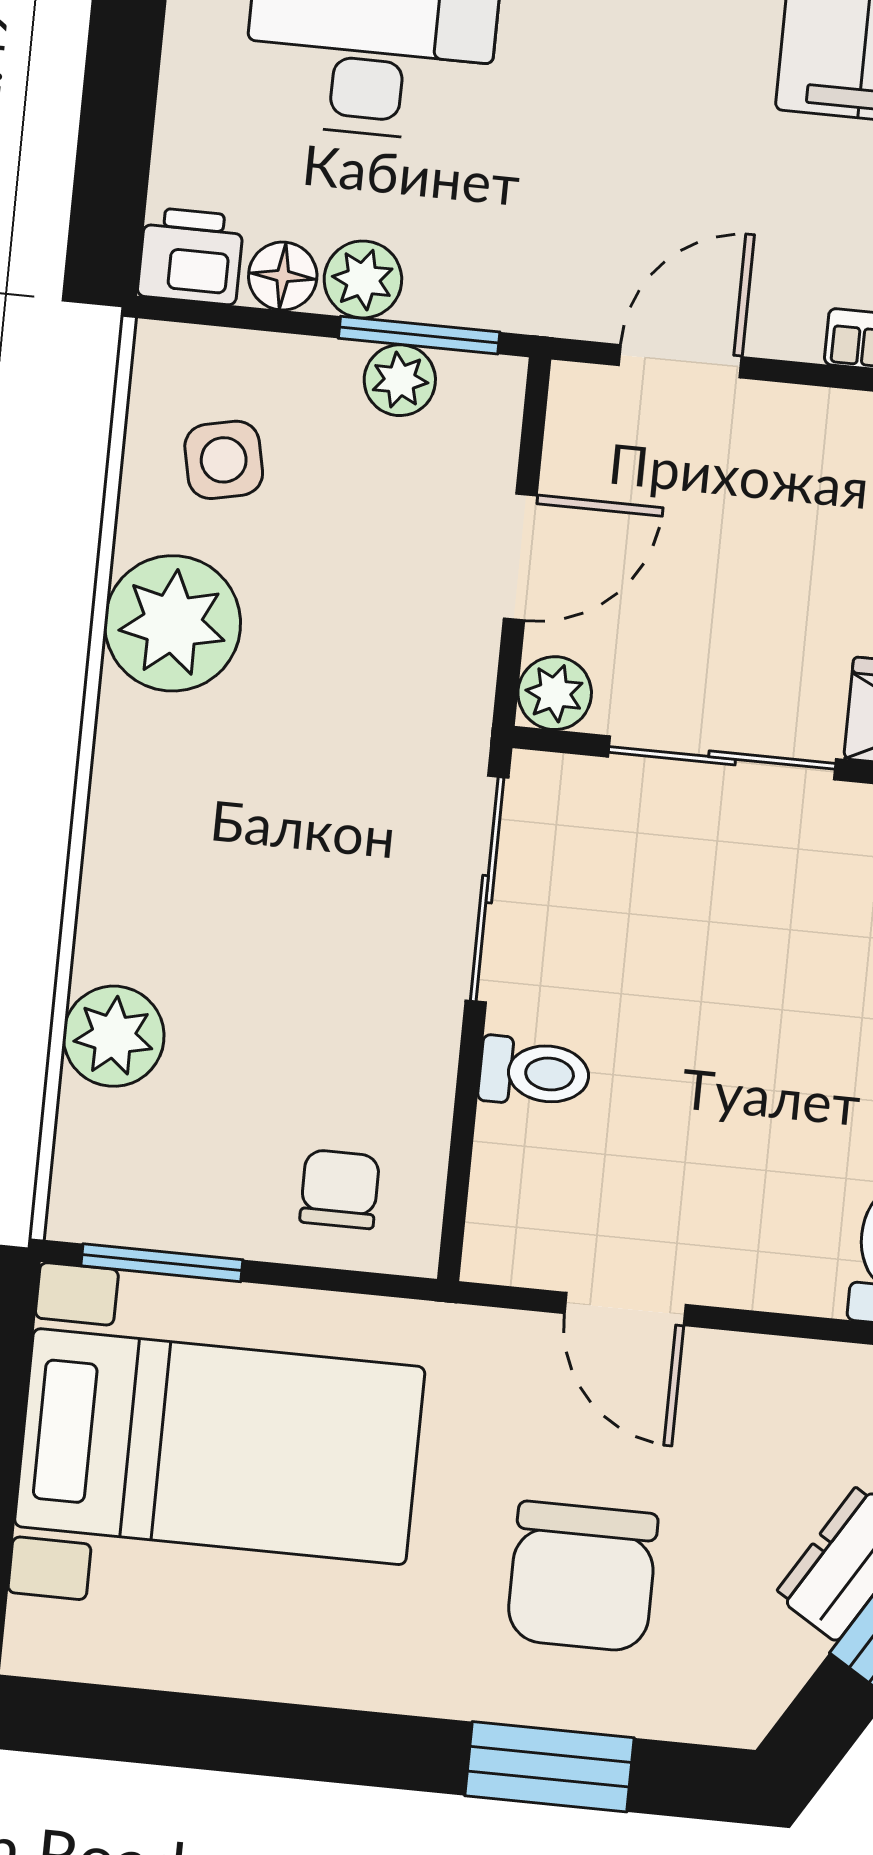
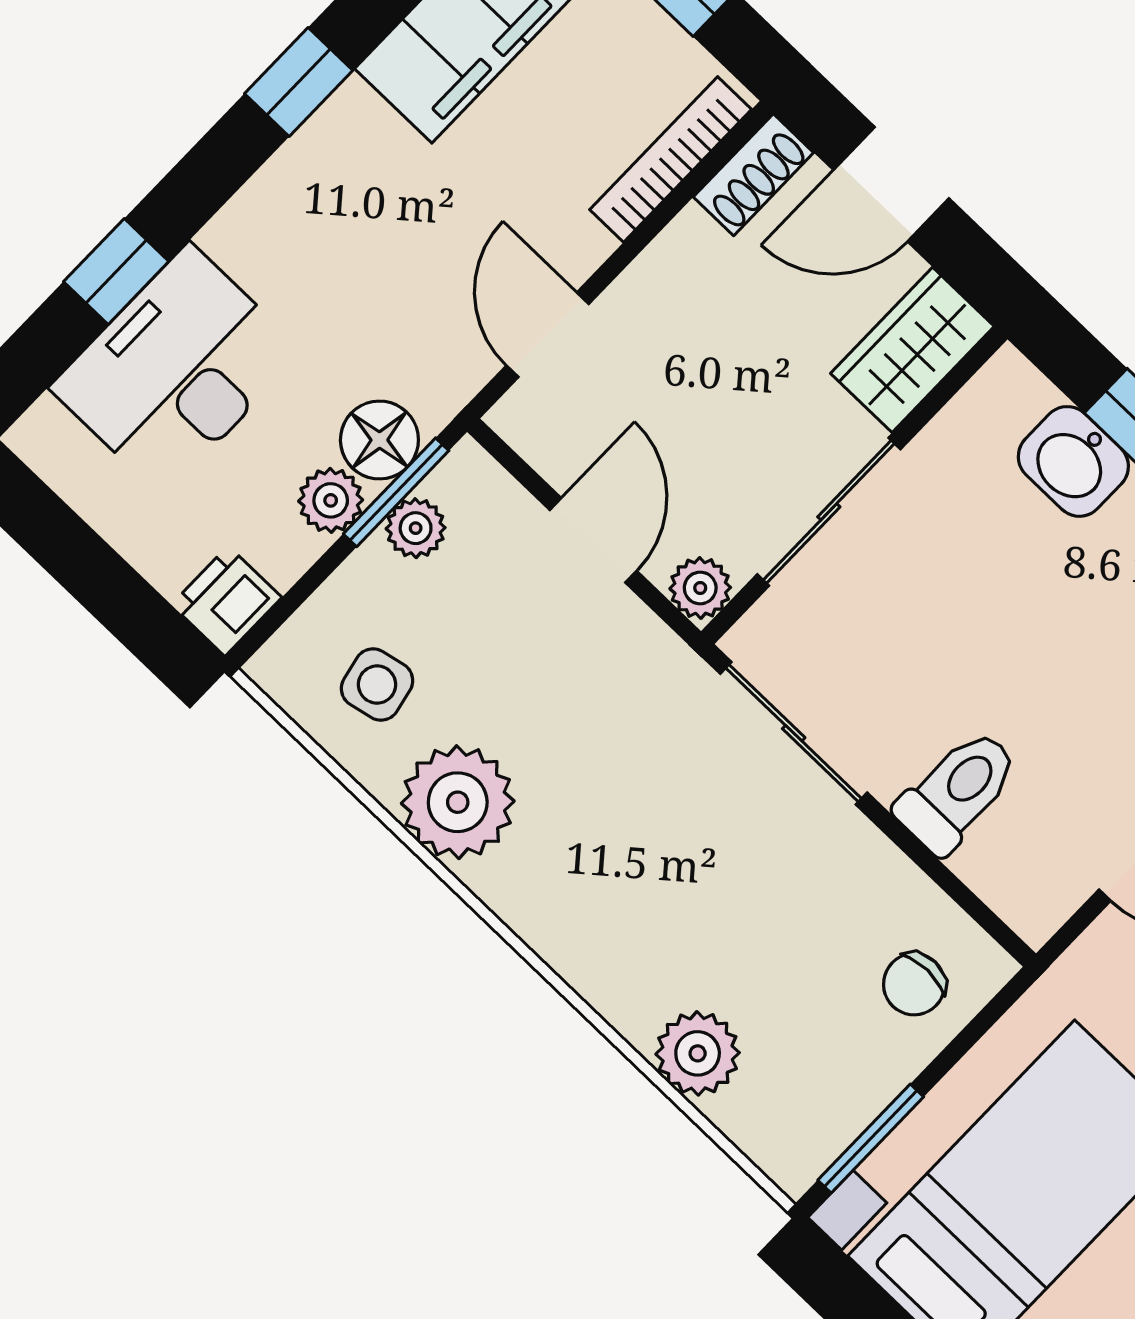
floor lamp: (283, 276) -> (379, 440), moved, width x1.37, depth x1.37
toilet: (534, 1072) -> (958, 791), width x1.37, depth x1.39
chair: (340, 1189) -> (914, 984), turned -90

